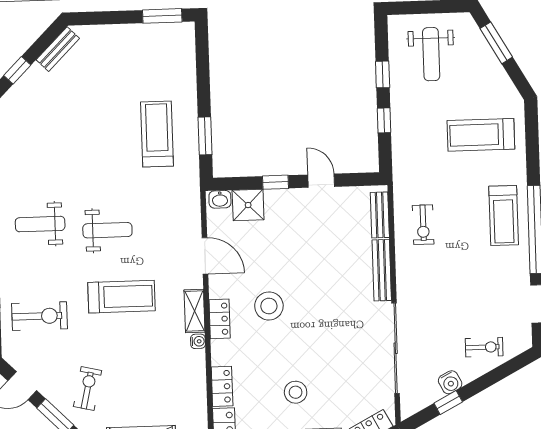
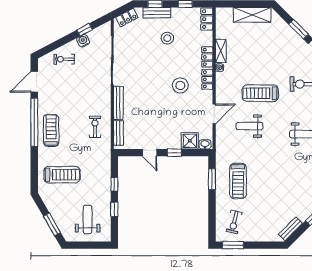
weight bench: (107, 230) -> (250, 126), moved
door: (205, 256) -> (214, 114), swing flipped
shelving: (195, 311) -> (221, 51), moved
locker: (222, 386) -> (207, 57), moved
exercise bike: (88, 389) -> (234, 222), moved

